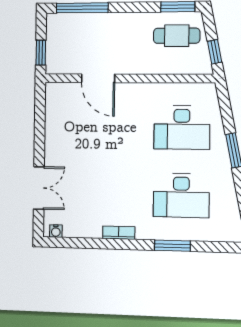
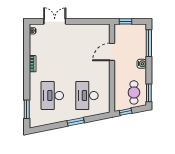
water cooler: (121, 21) -> (142, 64), added
double door: (39, 188) -> (55, 21), swing flipped
window: (172, 246) -> (27, 109), moved

